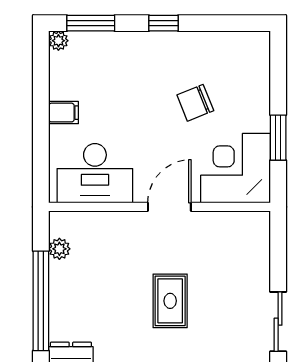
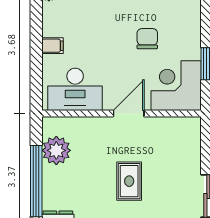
chair: (195, 103) -> (147, 39), turned 112
plant: (59, 249) -> (56, 150), width x1.88, depth x1.88

